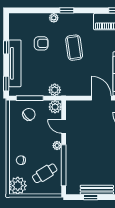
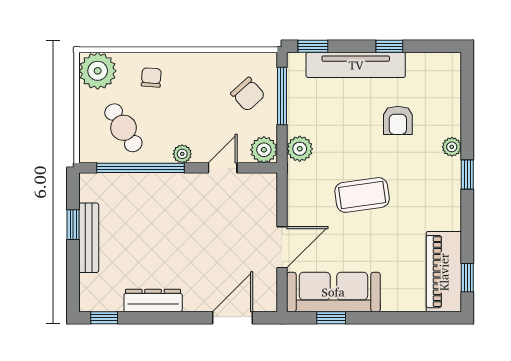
coffee table: (74, 48) -> (362, 195), moved

